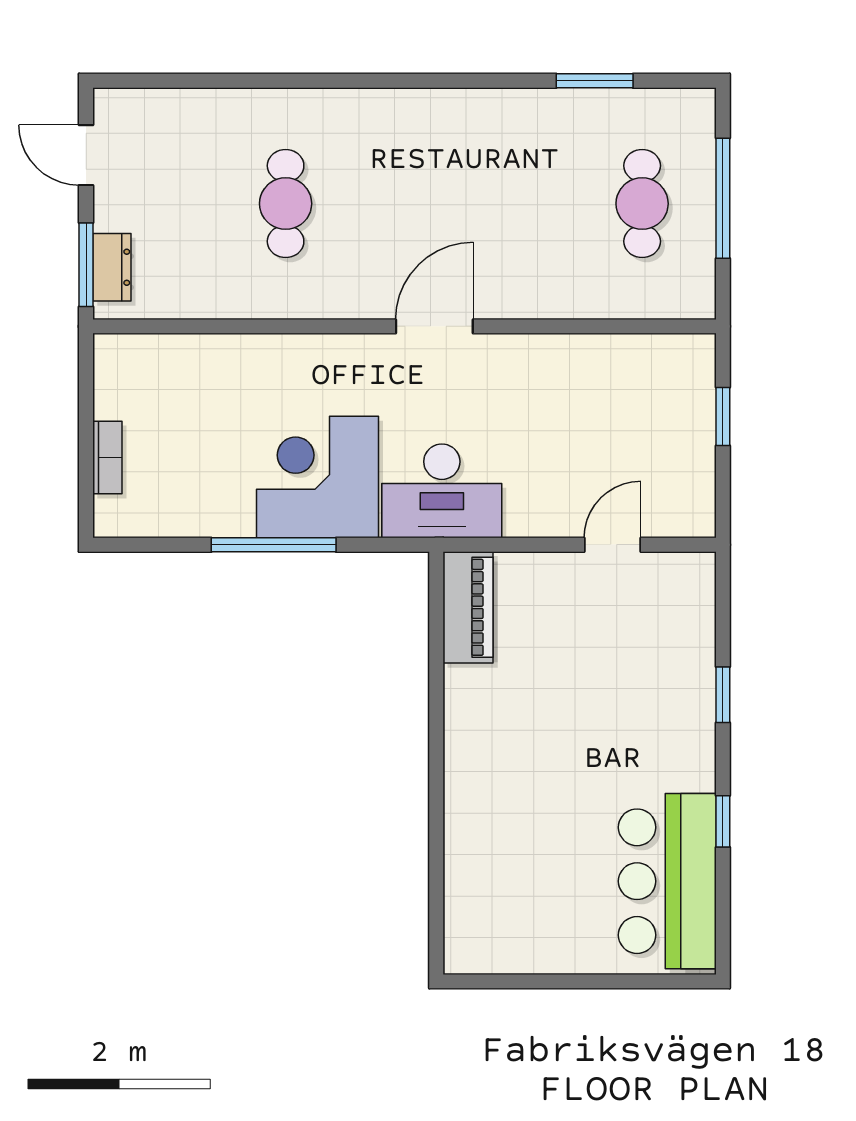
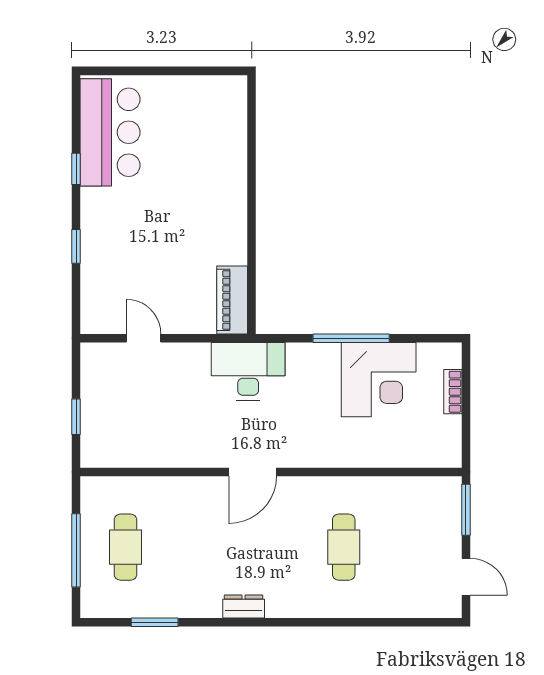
dresser: (112, 267) -> (244, 606), moved, turned 90
corner desk: (318, 477) -> (379, 380), moved
door: (612, 545) -> (144, 338), swing flipped

